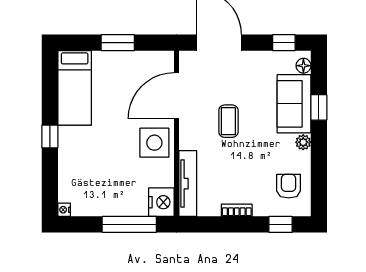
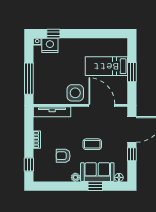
window: (284, 43) -> (132, 154), moved
bed: (75, 88) -> (106, 66), moved
coffee table: (228, 121) -> (92, 144), moved
window: (50, 136) -> (53, 34), moved
armchair: (289, 186) -> (63, 156), moved, turned 180
nightstand: (161, 202) -> (50, 45), moved, turned 180

